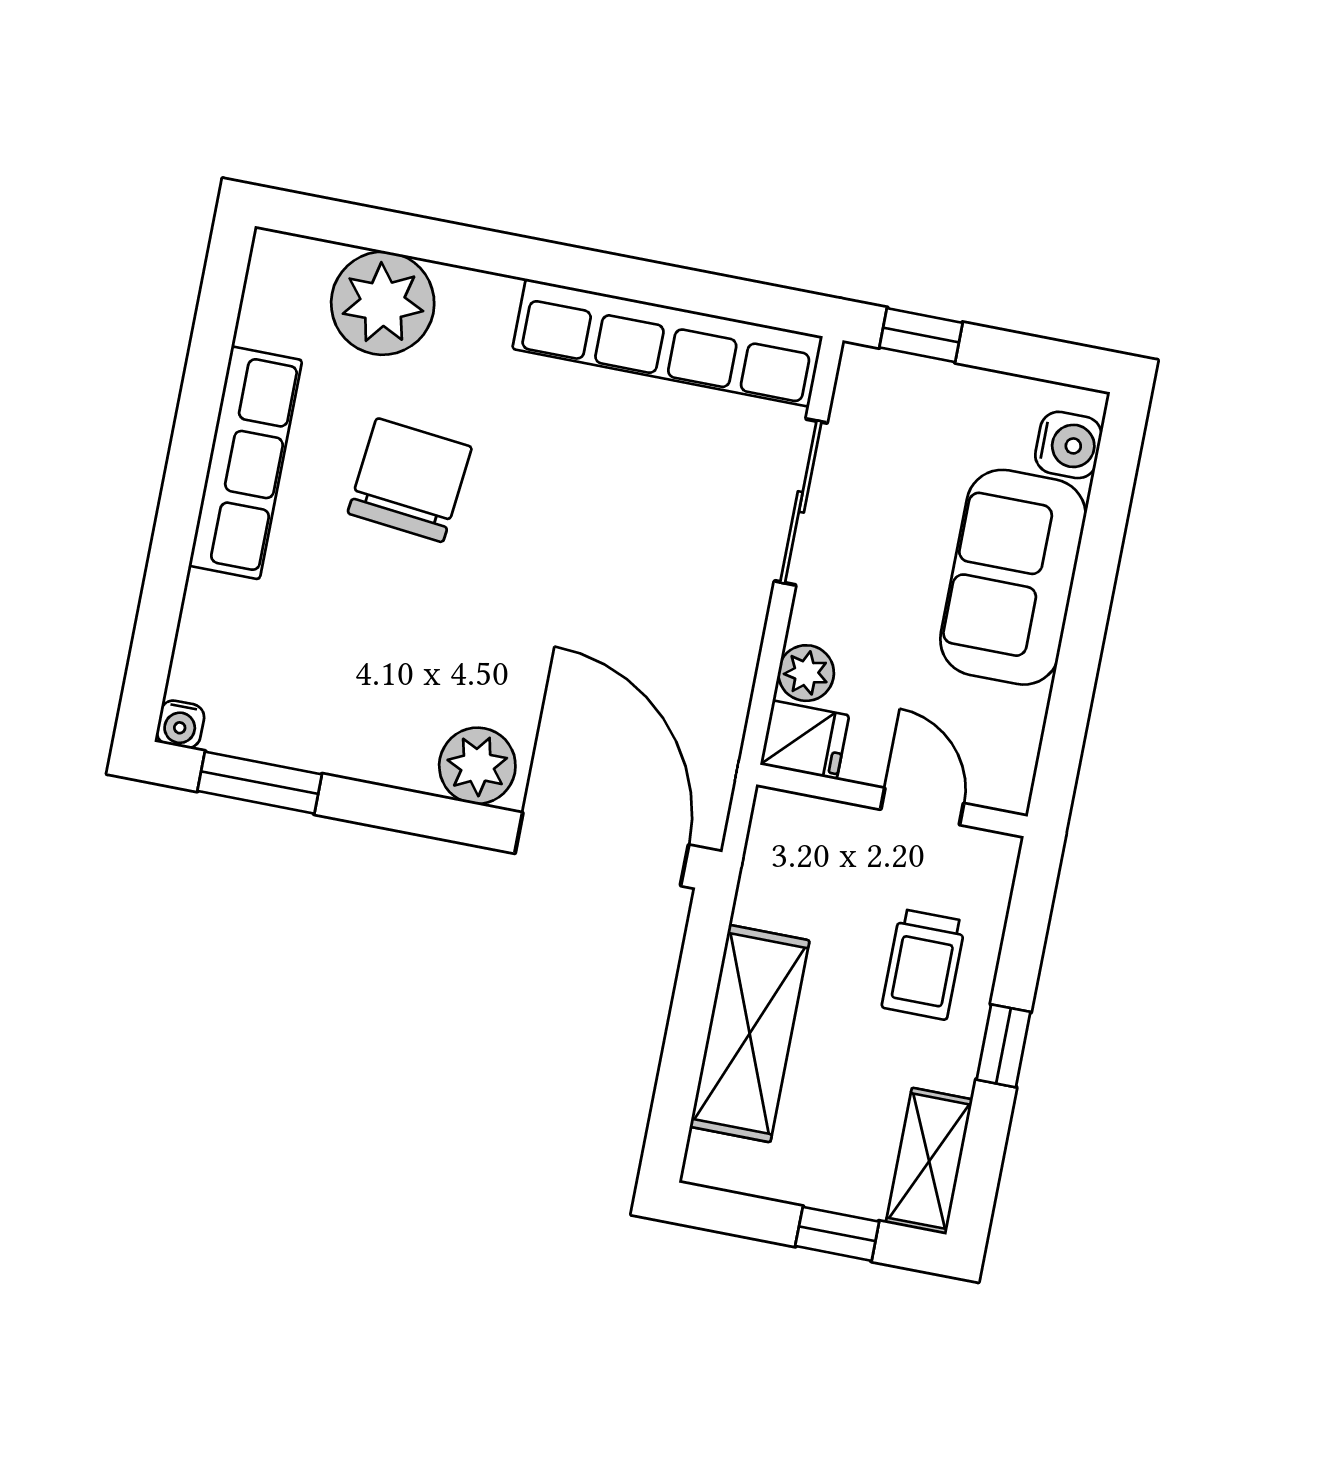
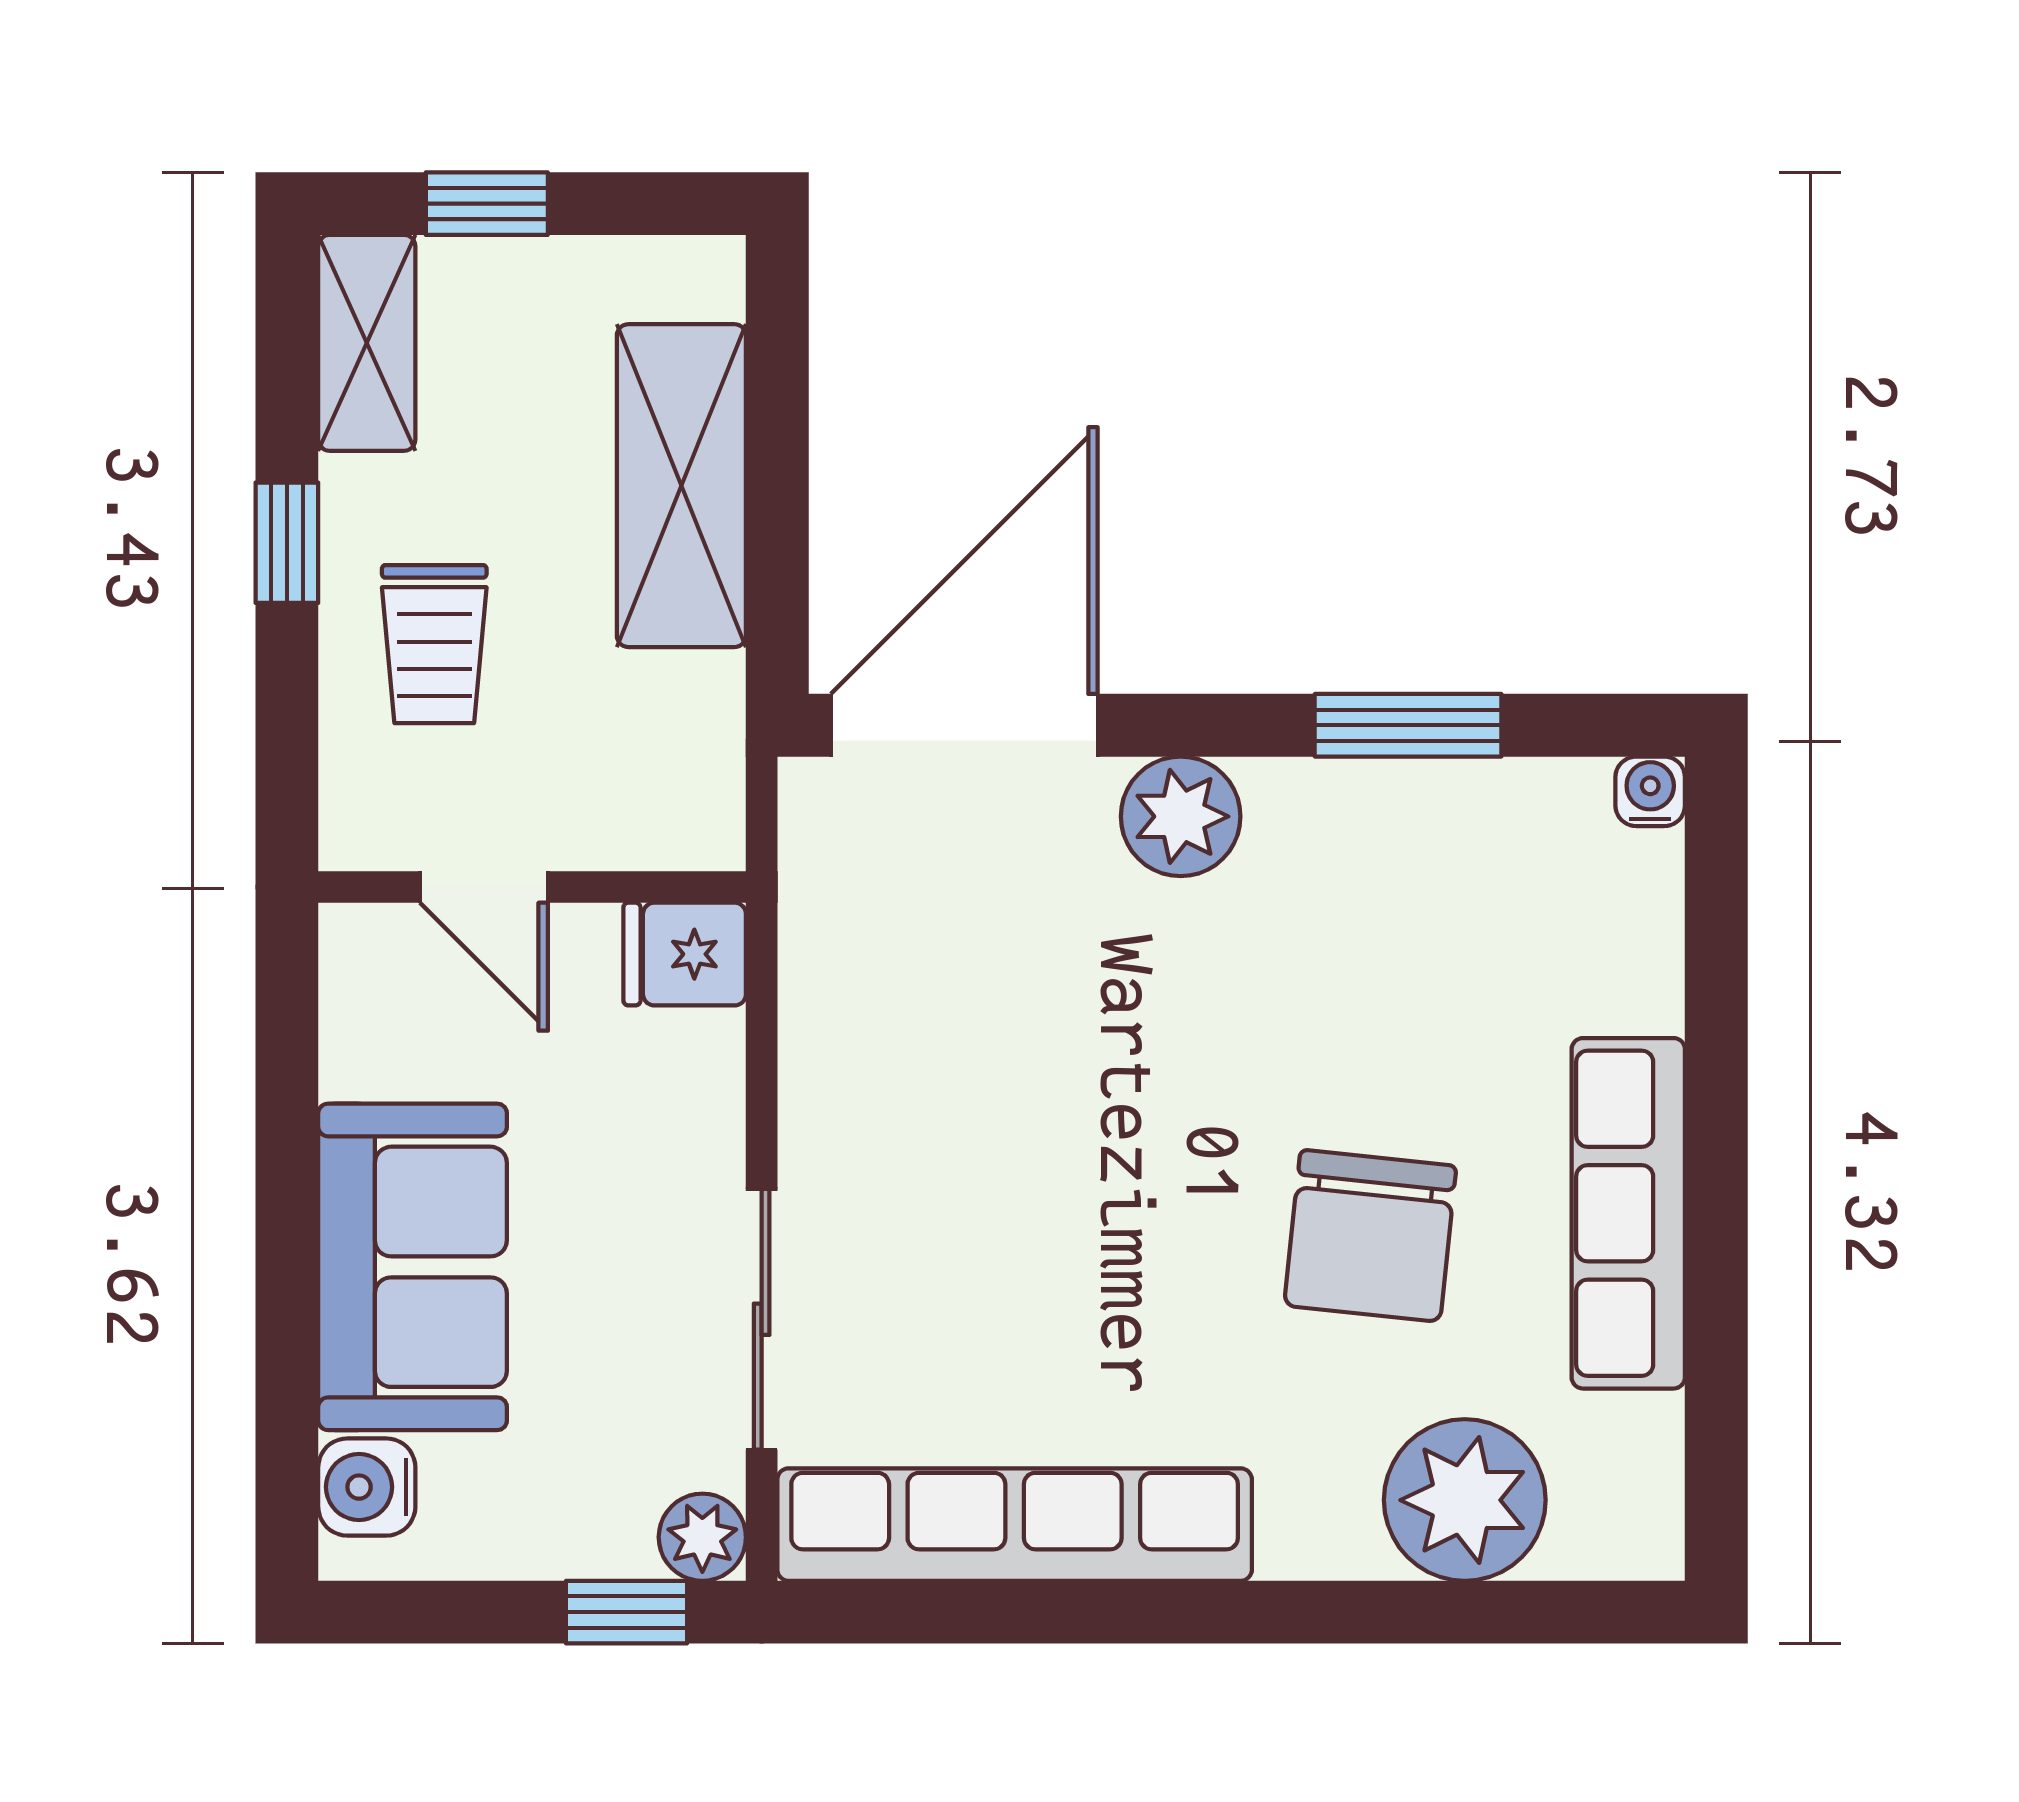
plant: (806, 673) -> (702, 1537), moved
window: (260, 783) -> (1408, 725), moved
door: (602, 849) -> (964, 725), swing flipped
trolley: (924, 964) -> (434, 644), turned 180

